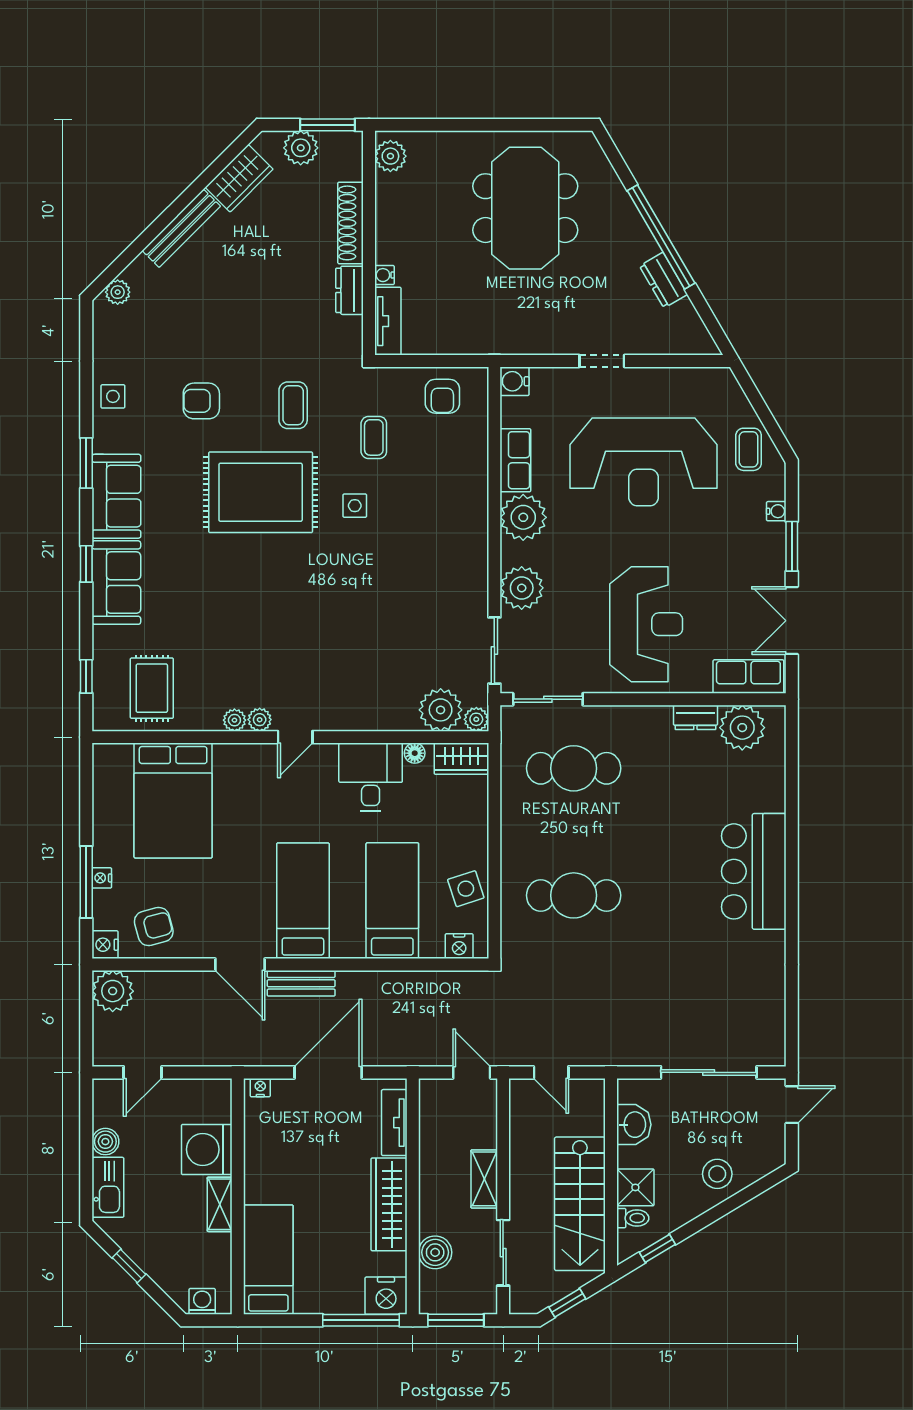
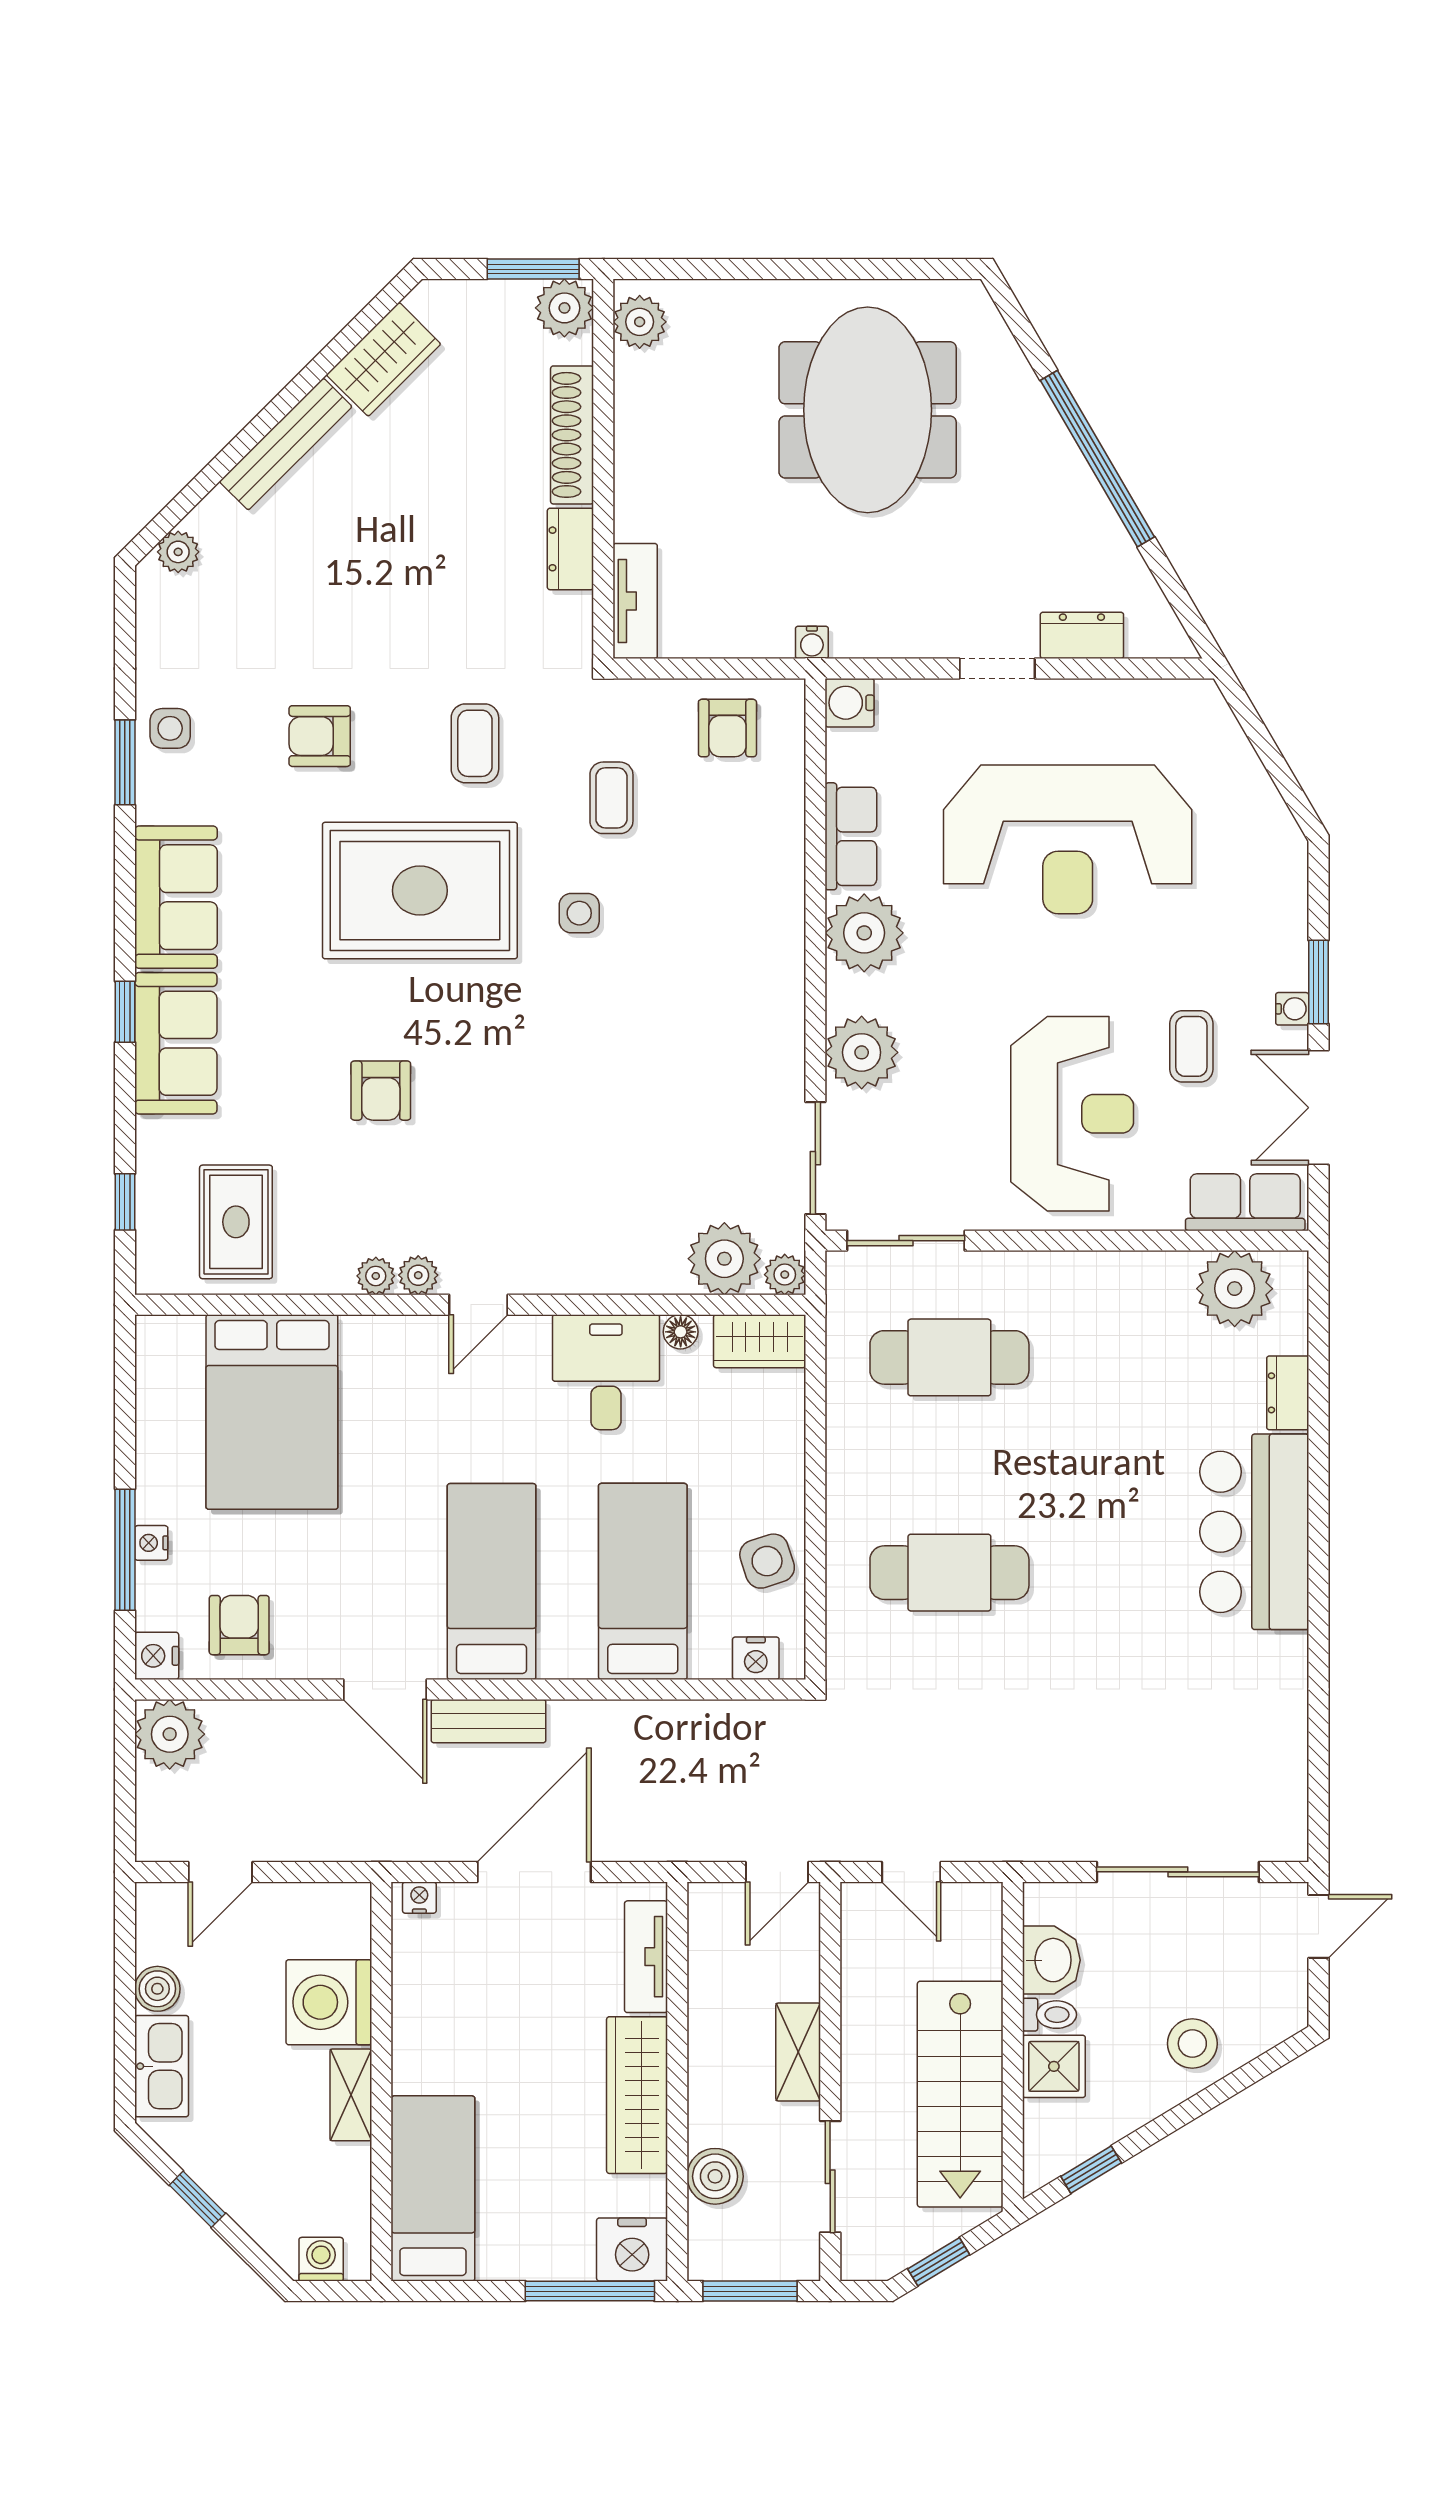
plant: (301, 148) -> (564, 308), moved
water cooler: (384, 275) -> (812, 642), moved, turned -90
dresser: (664, 280) -> (1082, 635), moved, turned 120
coffee table: (749, 449) -> (1191, 1046), moved
window: (86, 463) -> (125, 762), moved
water cooler: (776, 511) -> (1292, 1009), moved
armchair: (237, 611) -> (381, 1091), added
dresser: (695, 717) -> (1288, 1393), moved, turned 90
armchair: (154, 927) -> (239, 1625), turned -75
door: (472, 1072) -> (777, 1872), swing flipped
toilet: (633, 1218) -> (1049, 2015), moved

